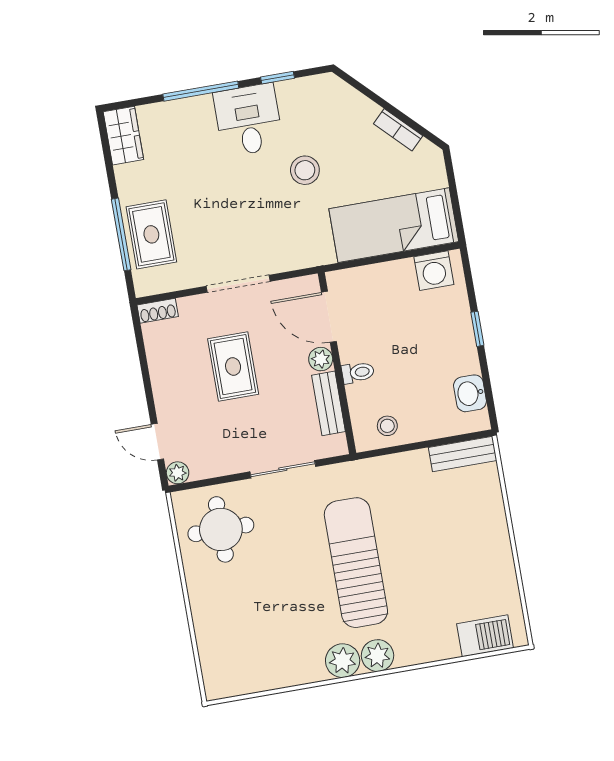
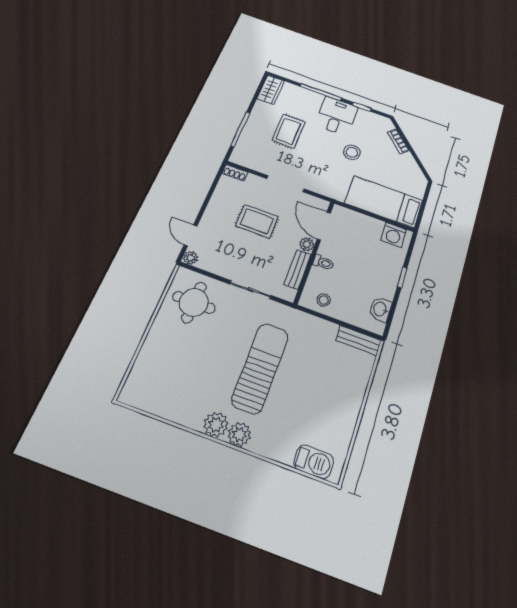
bookcase: (398, 130) -> (398, 141), moved
rug: (151, 234) -> (289, 131), moved
rug: (233, 366) -> (257, 221), turned 90

